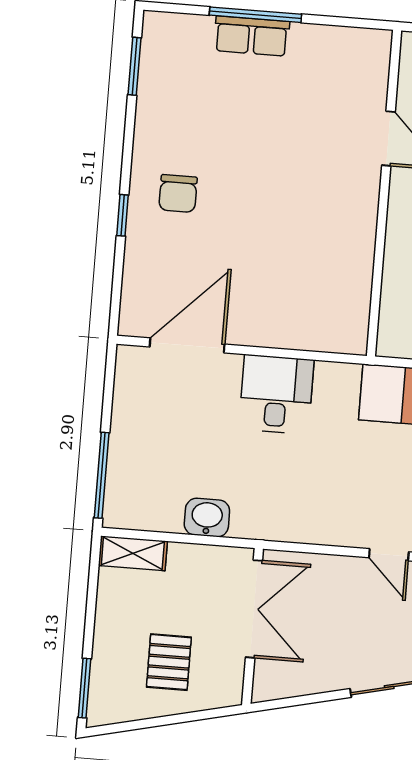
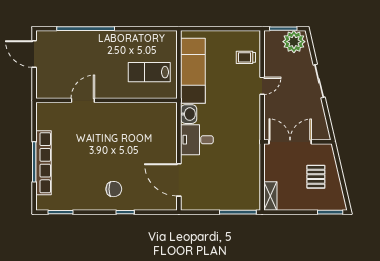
row of seats: (252, 36) -> (43, 163), width x2.02
washbasin: (207, 518) -> (189, 114), moved, turned 180
pallet: (169, 662) -> (316, 177), turned 90

